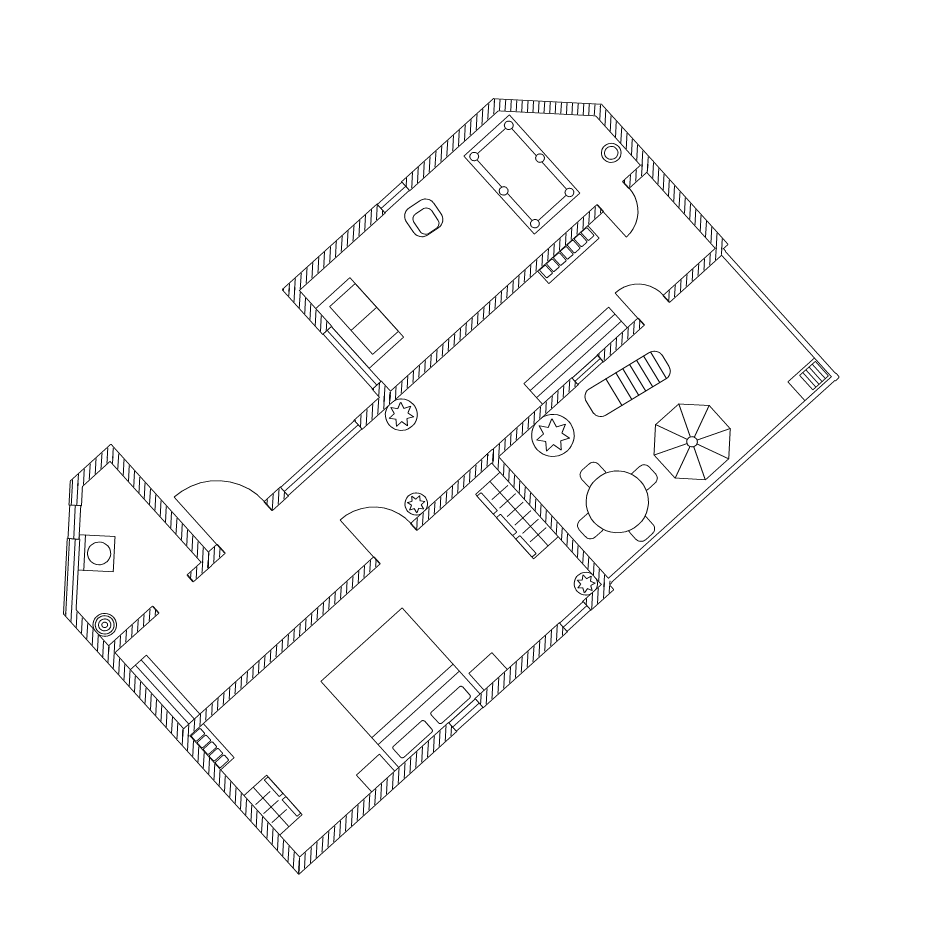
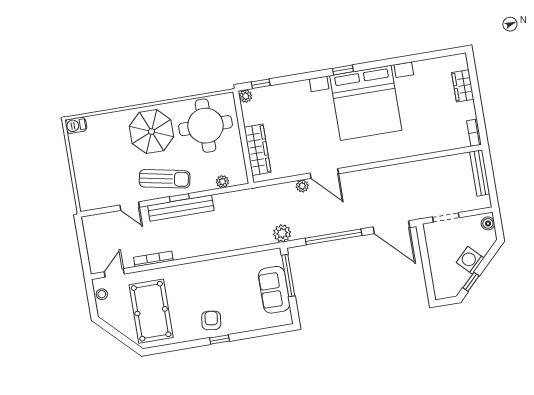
plant: (553, 435) -> (222, 182), width x0.53, depth x0.53

